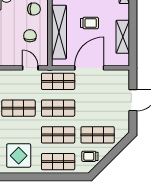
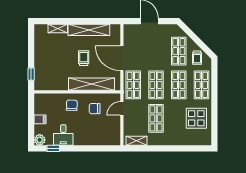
shelving: (123, 37) -> (89, 30), width x1.47

